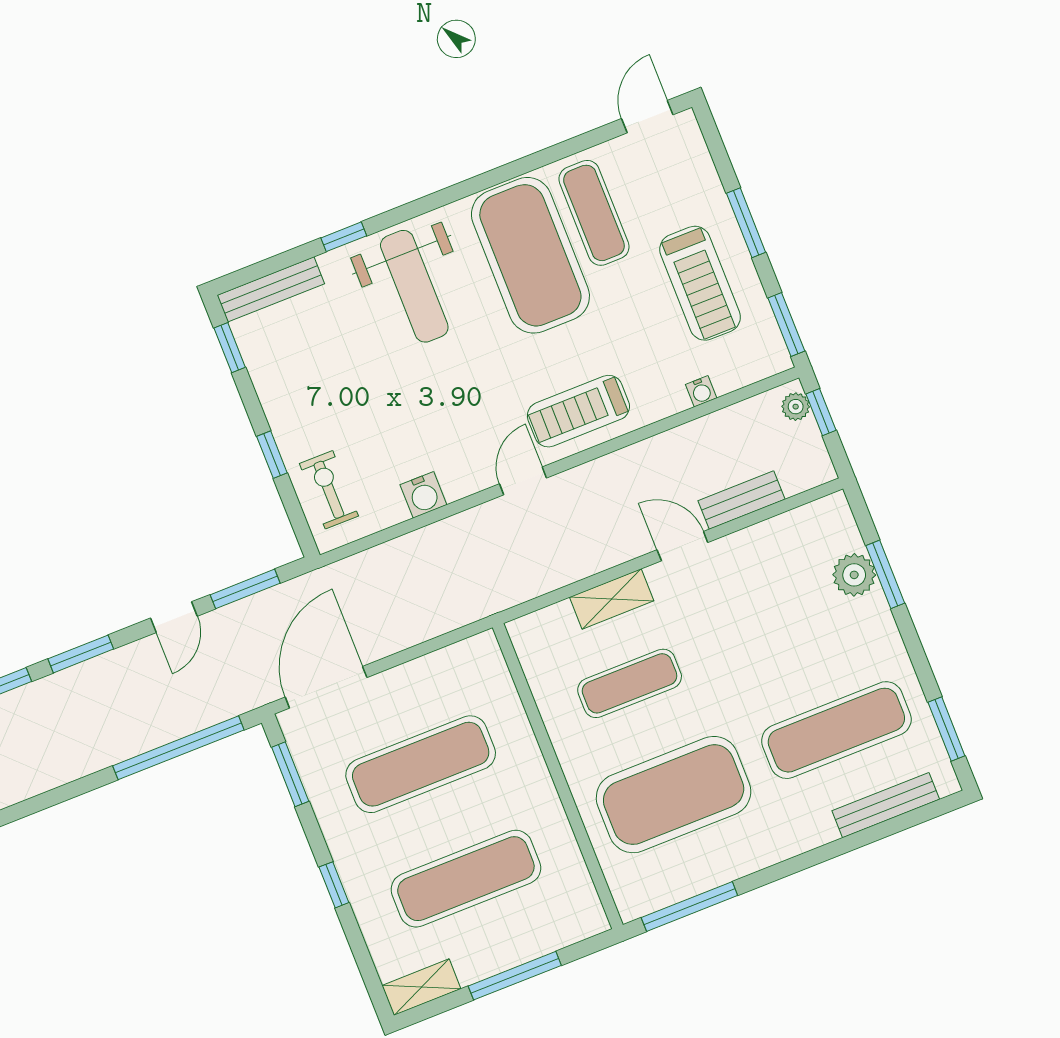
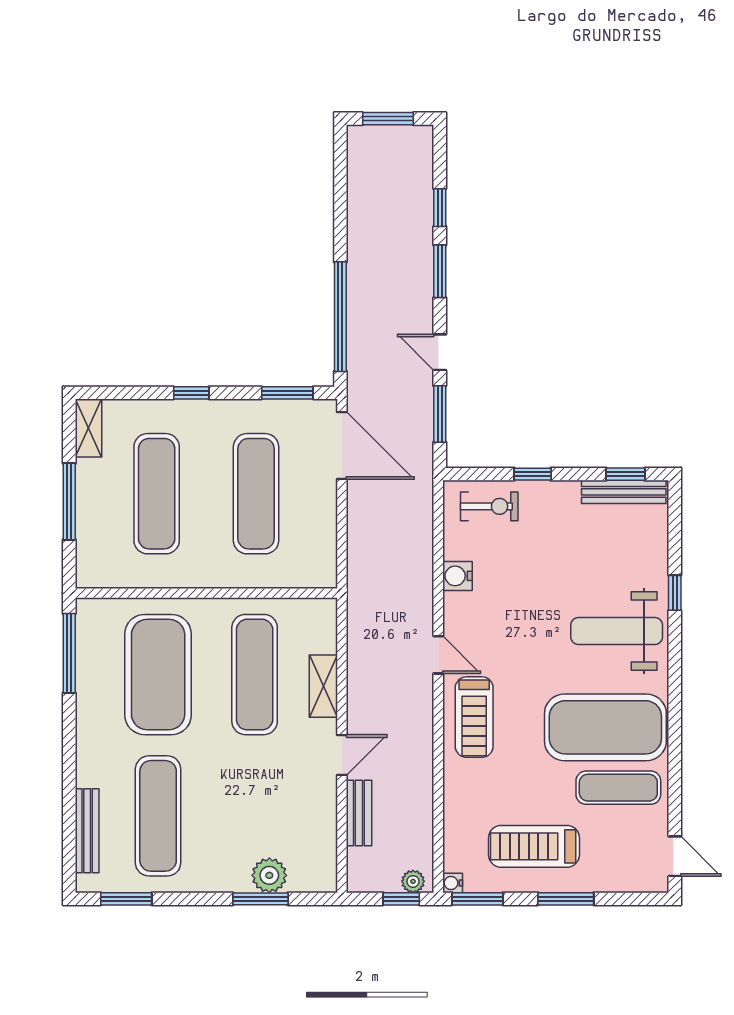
bench: (271, 289) -> (624, 492), moved, turned 90
water cooler: (701, 391) -> (453, 883), moved
treadmill: (578, 411) -> (474, 717), turned 180
exercise mat: (630, 683) -> (255, 675), width x1.36, depth x1.45

